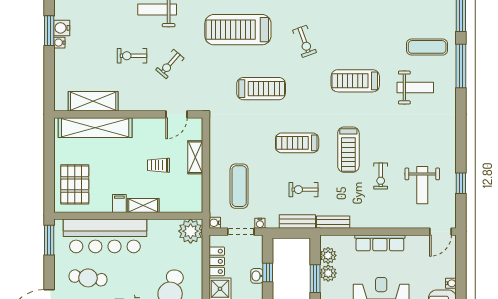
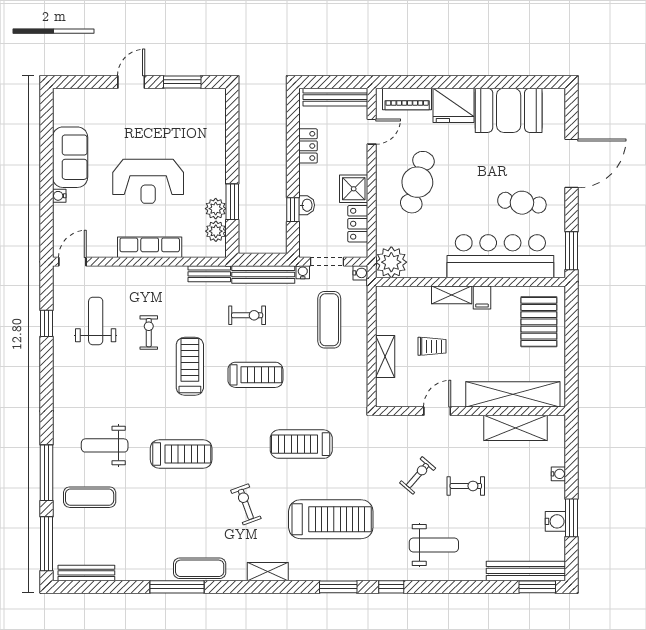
water cooler: (59, 43) -> (558, 474), moved
door: (177, 114) -> (437, 411), moved
bench: (297, 222) -> (263, 275), width x1.36

